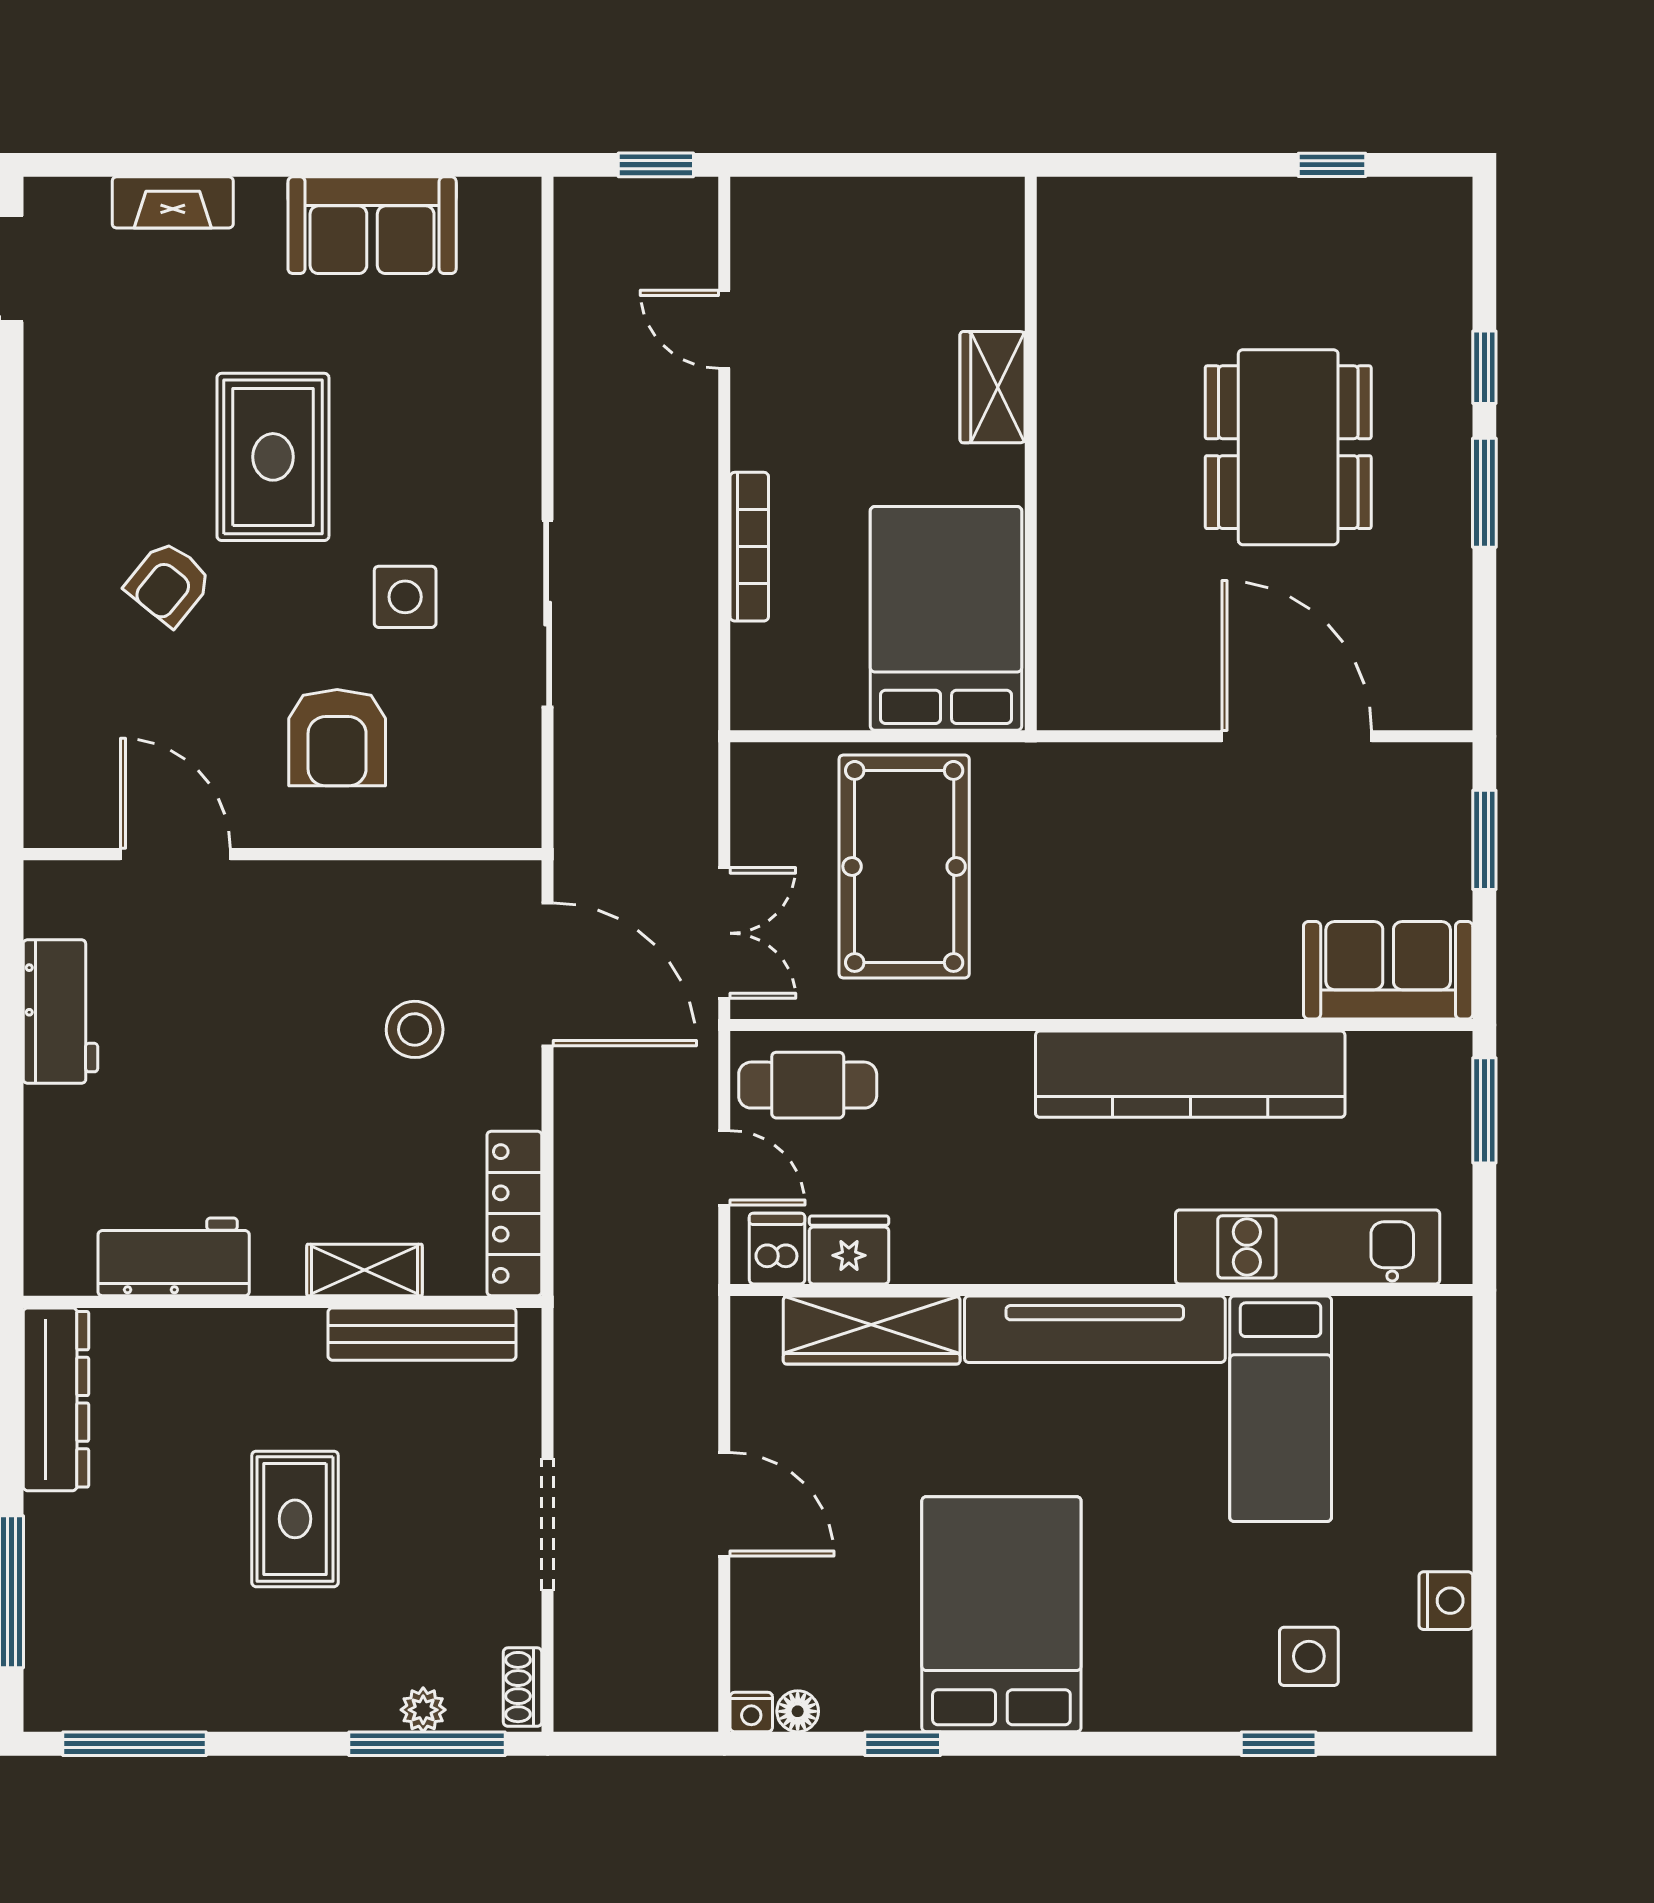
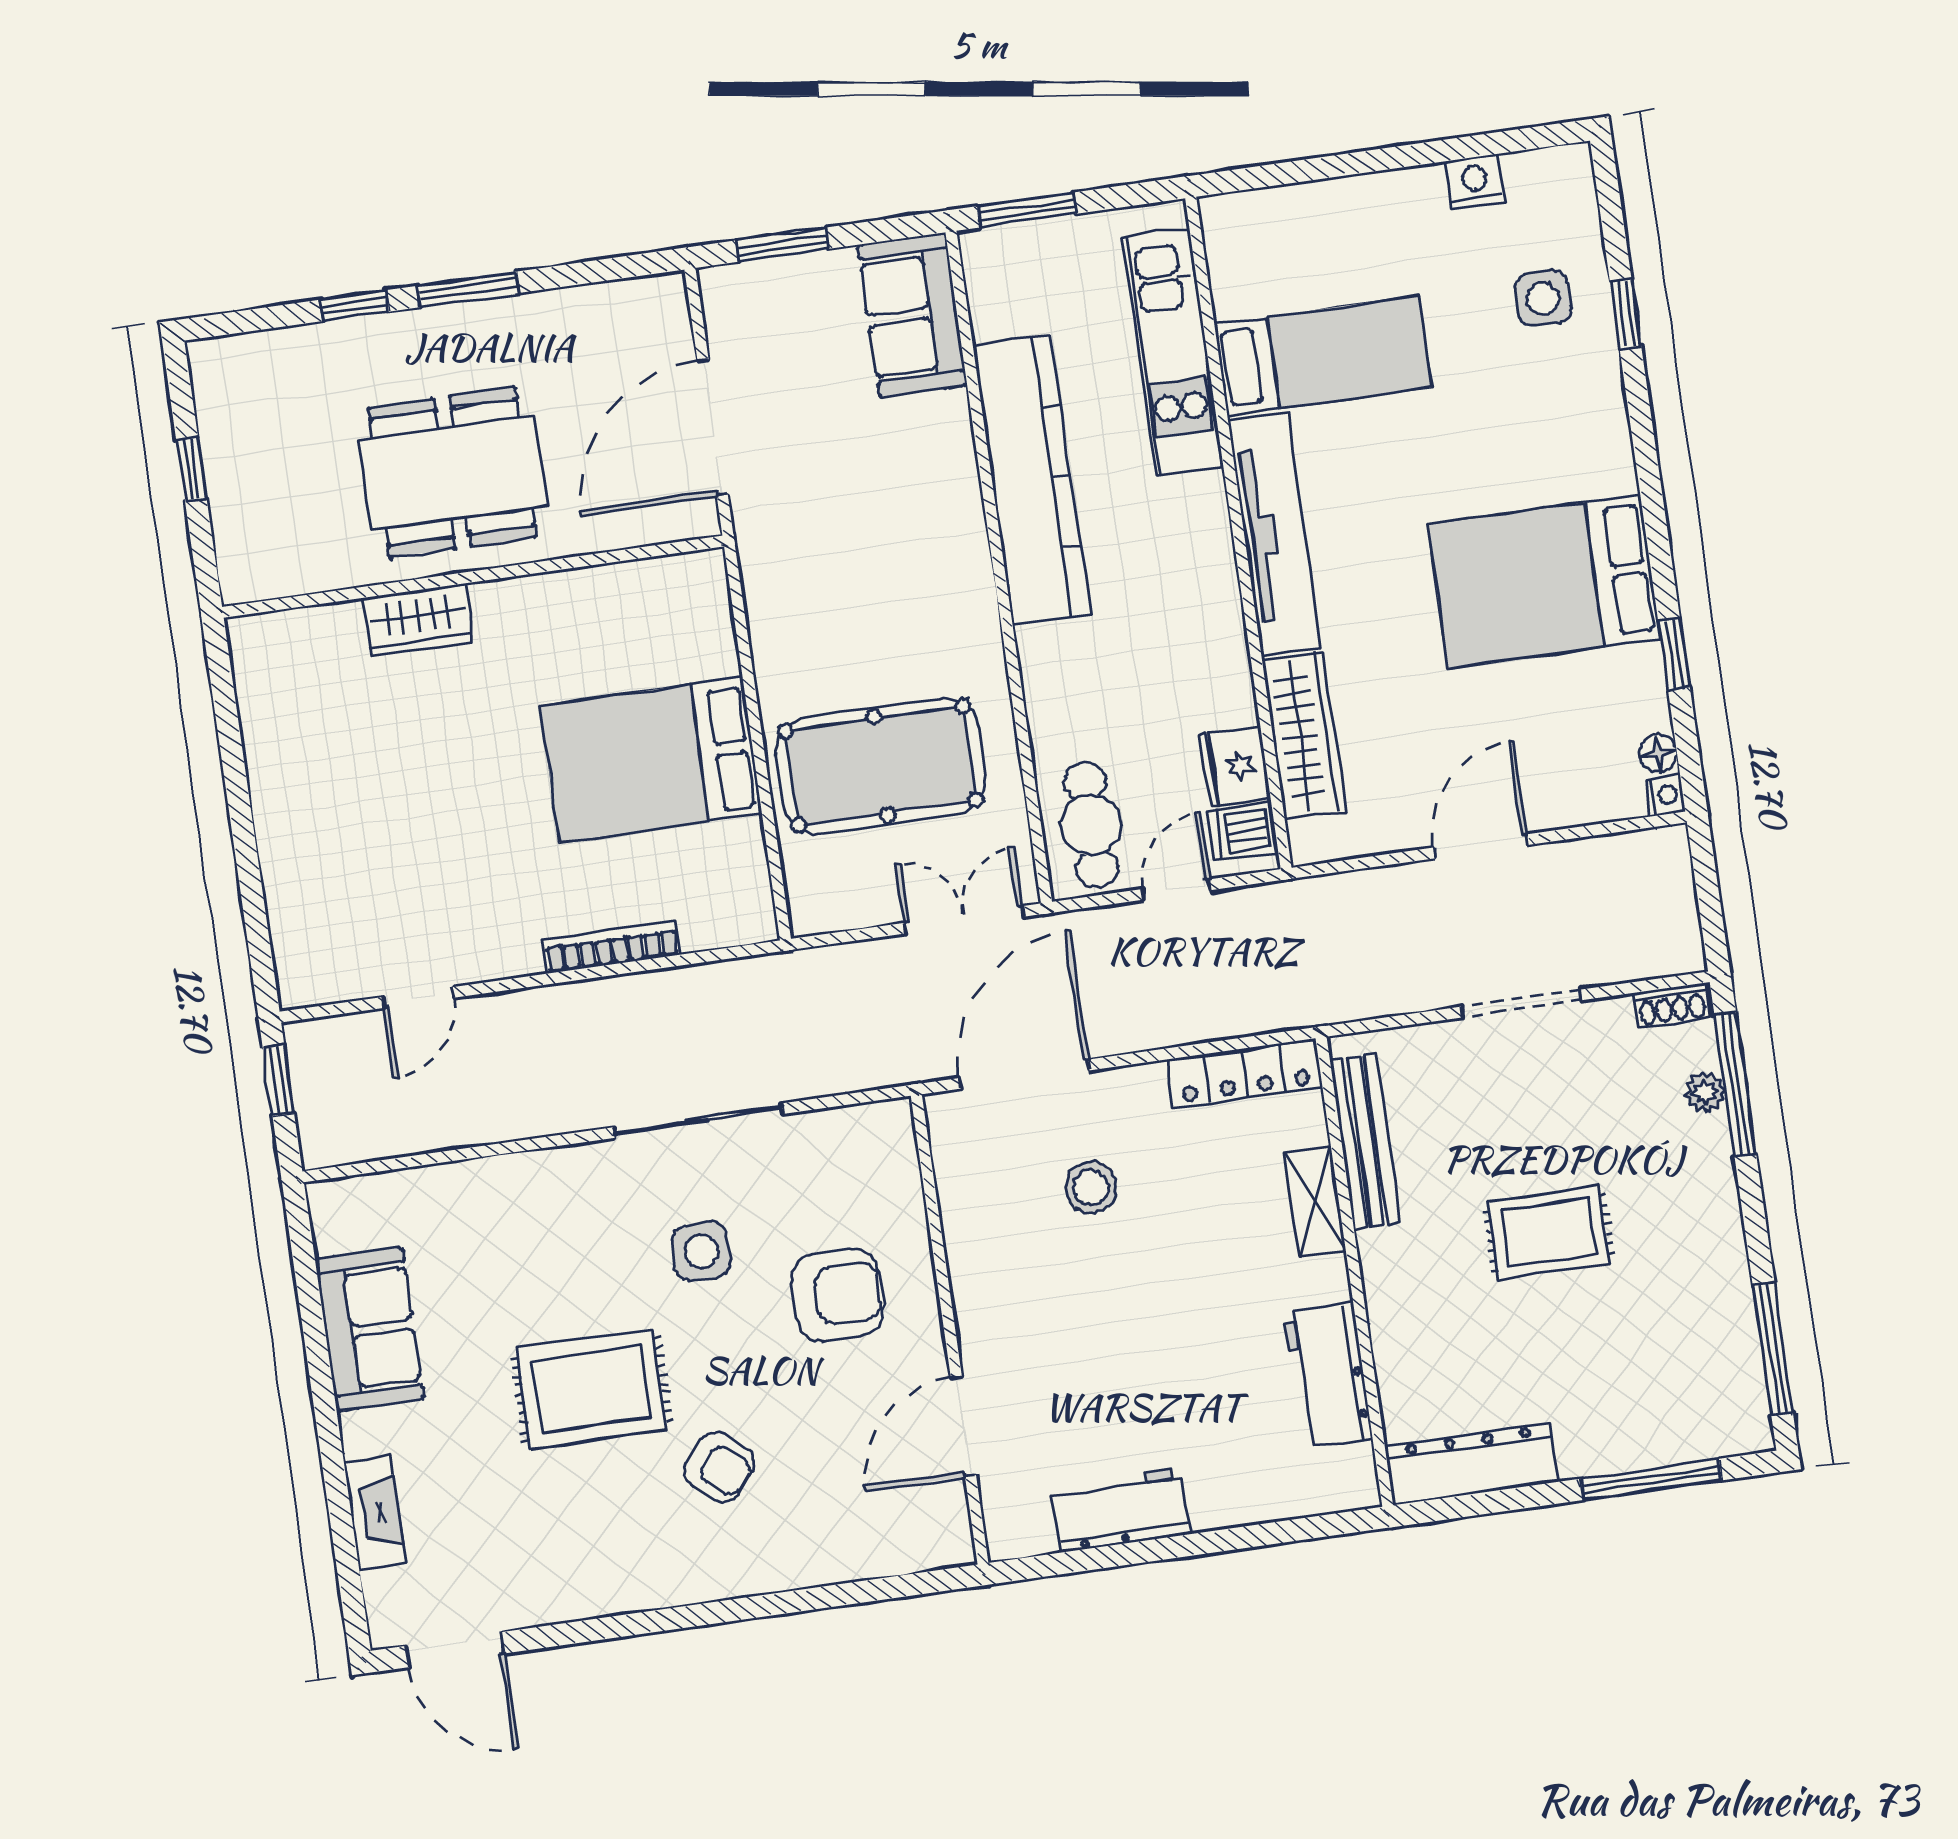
wardrobe: (992, 387) -> (418, 620), moved
wall: (1031, 453) -> (473, 577), moved

